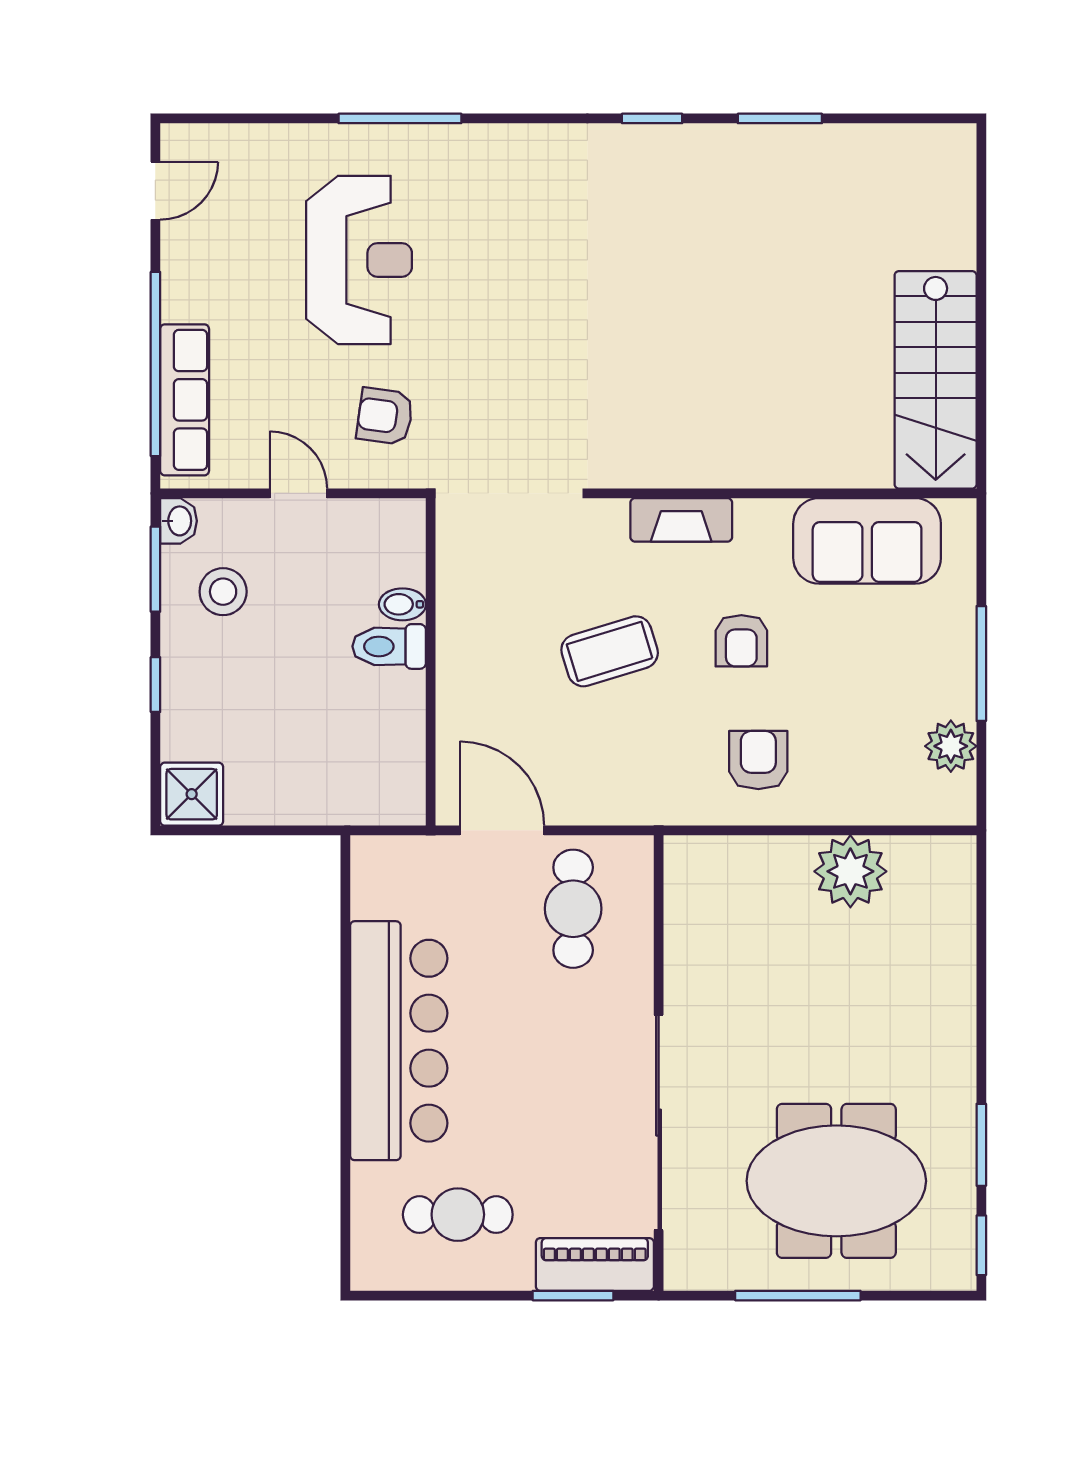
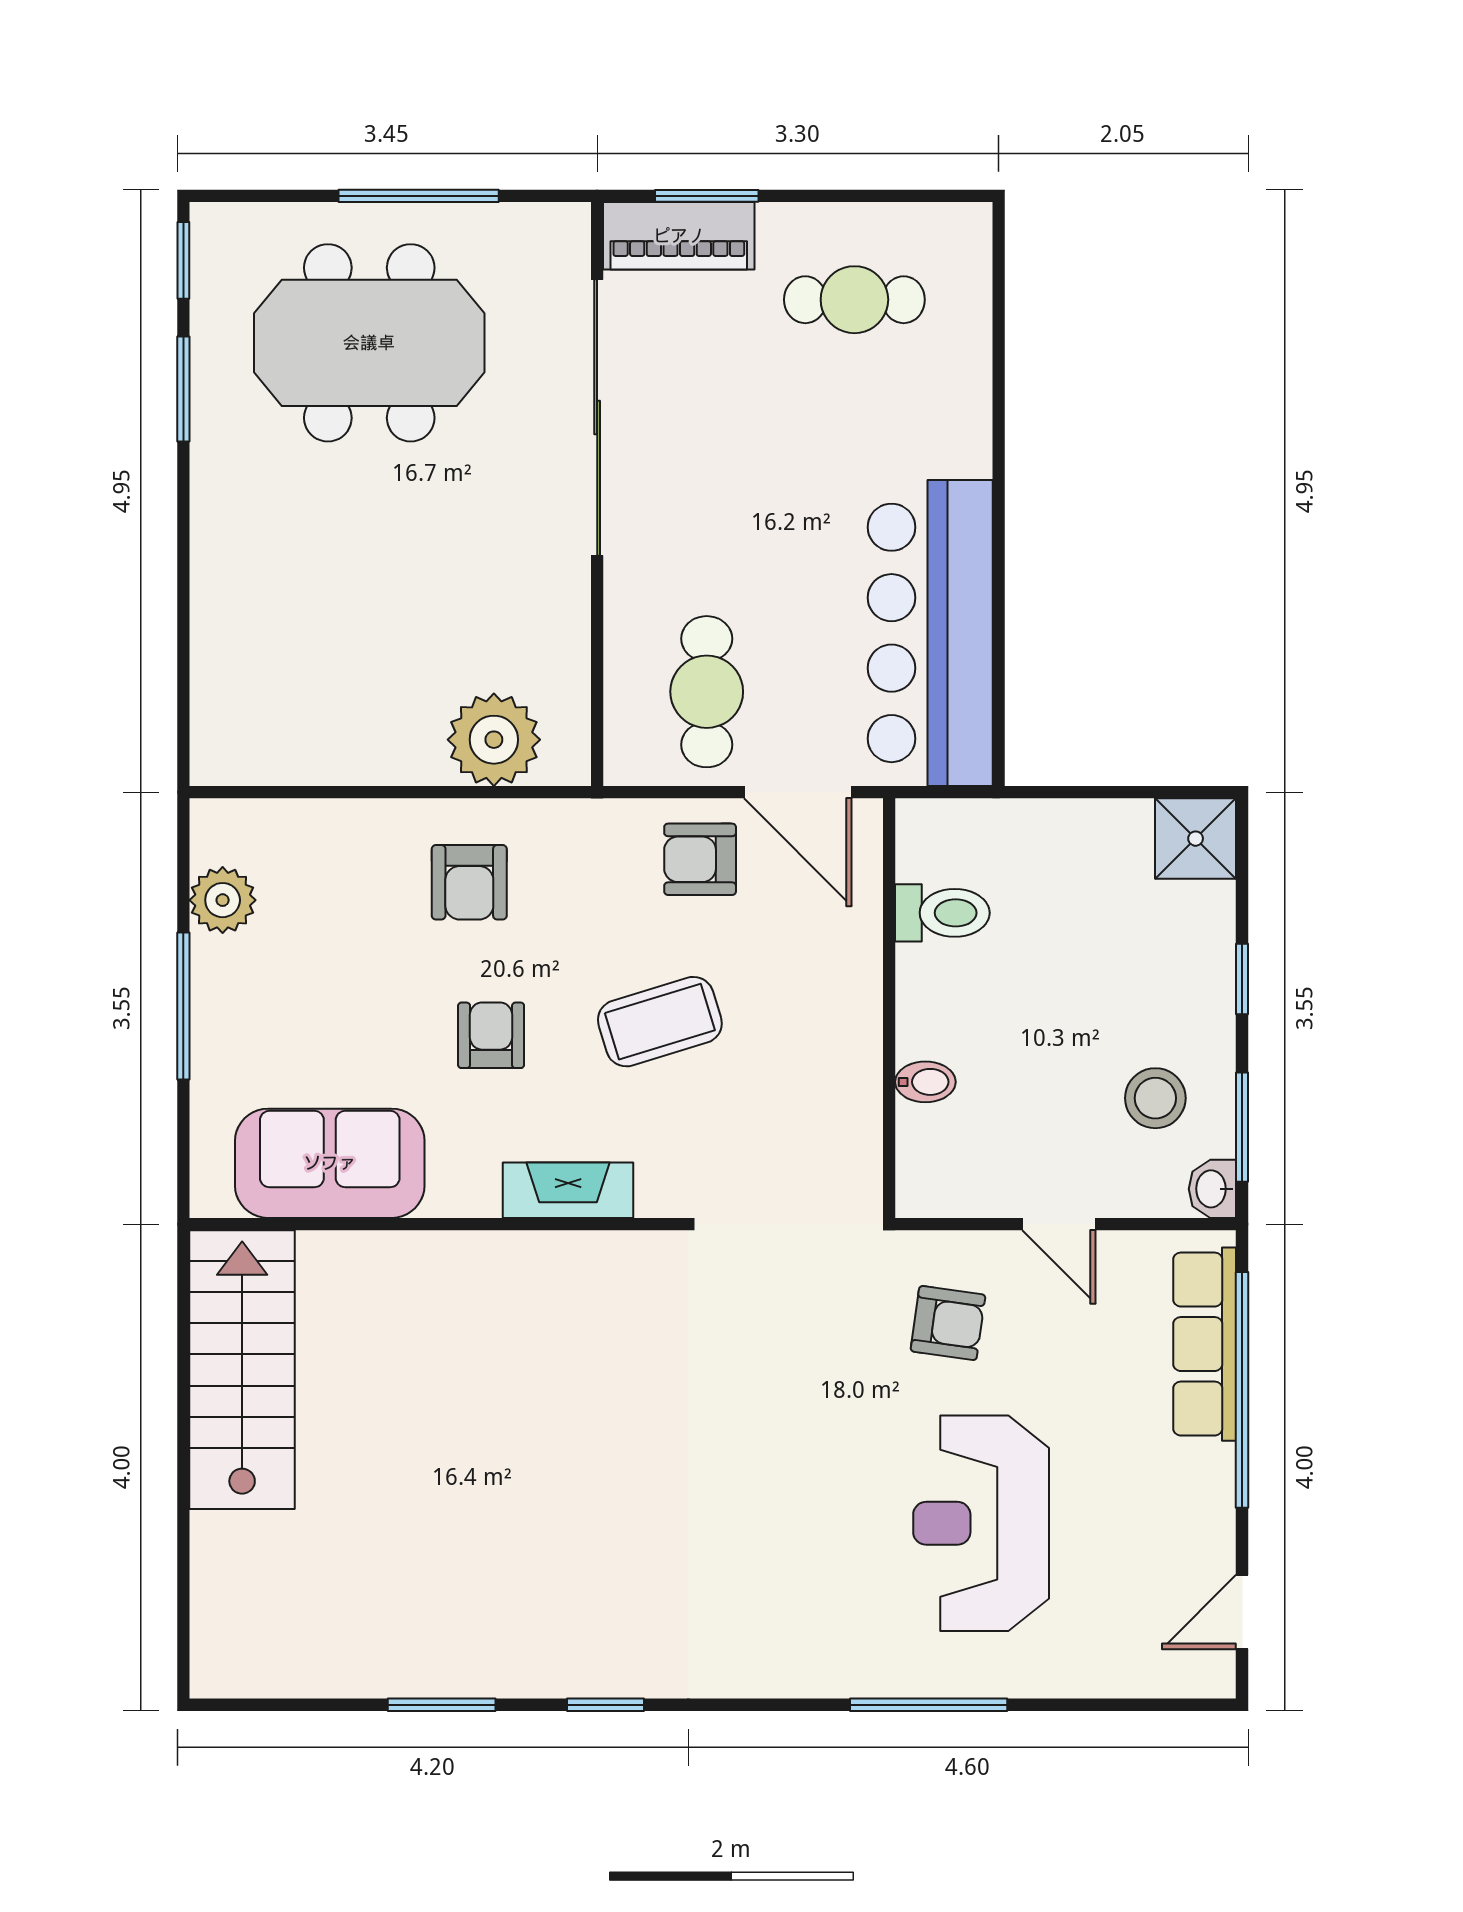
toilet: (389, 646) -> (942, 913), moved
armchair: (578, 778) -> (700, 859), added
plant: (850, 871) -> (494, 740), moved
bar counter: (399, 1041) -> (930, 633), moved

